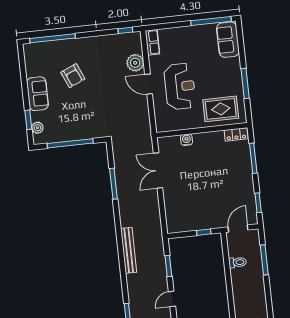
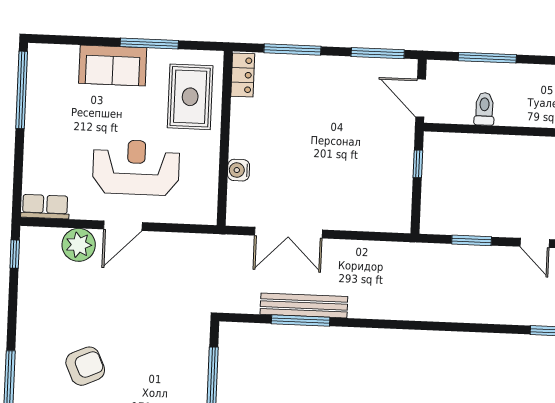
sofa: (228, 40) -> (113, 66), moved
window: (258, 203) -> (378, 53), width x1.44
bench: (129, 250) -> (304, 305), moved

